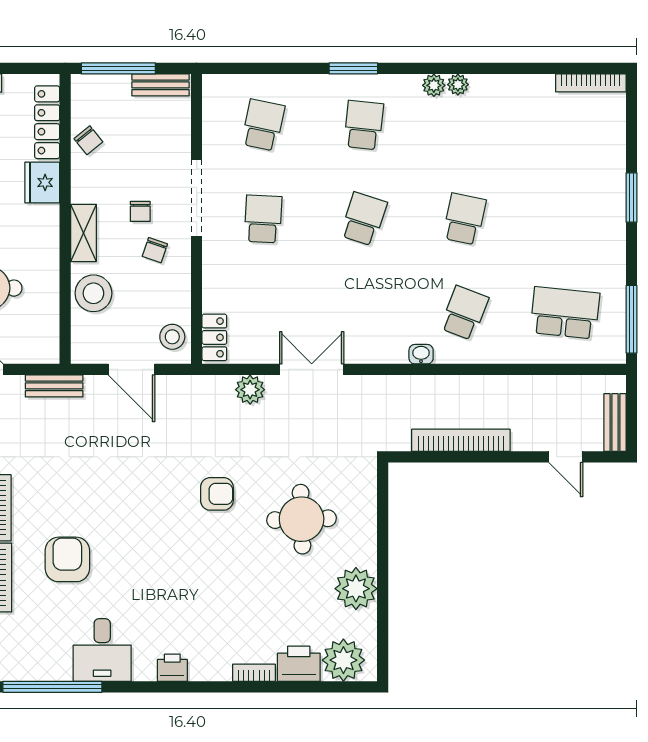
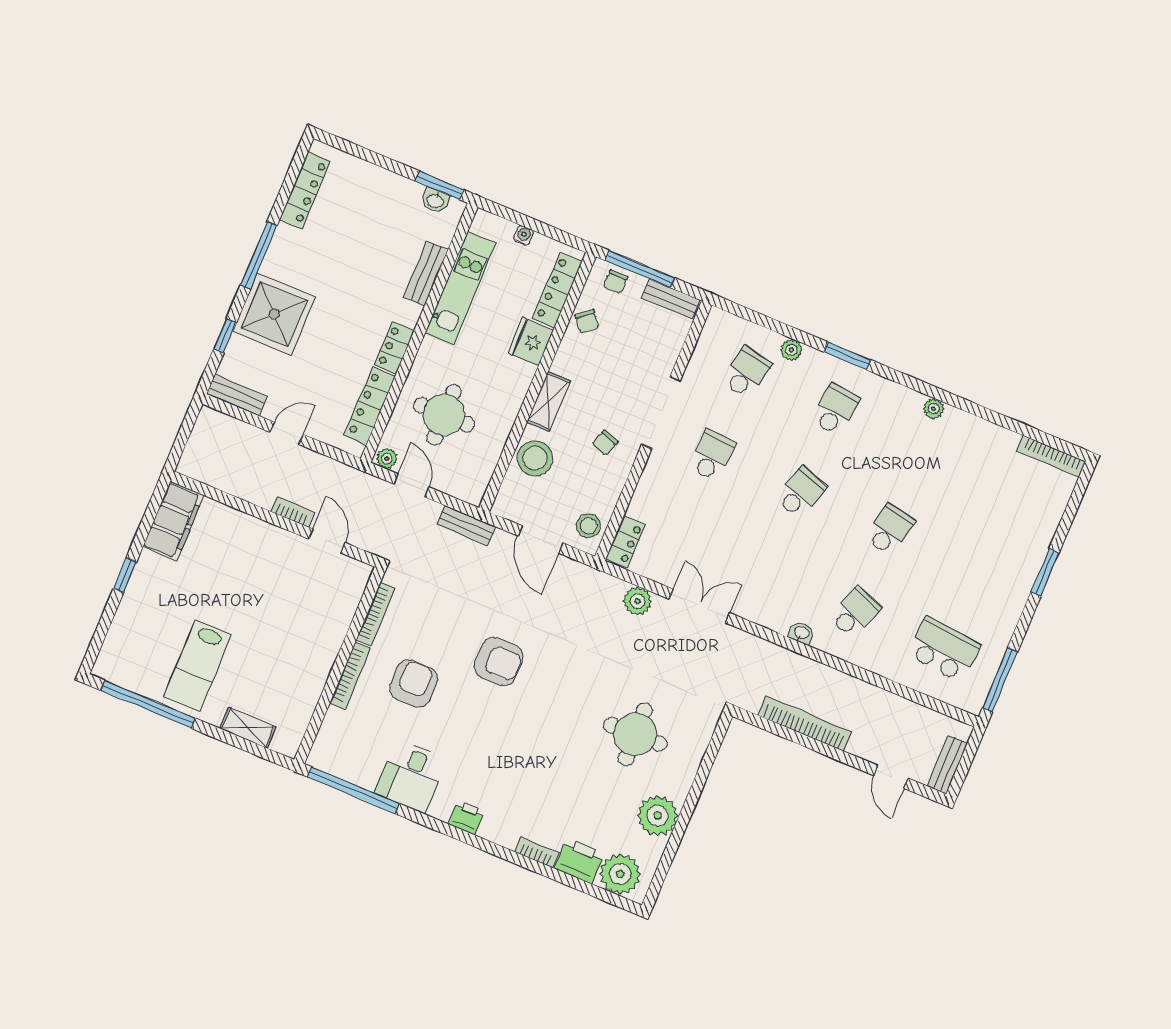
plant: (434, 85) -> (791, 350), moved
chair: (140, 211) -> (616, 282), moved
armchair: (217, 494) -> (499, 662), moved, width x1.38, depth x1.38

